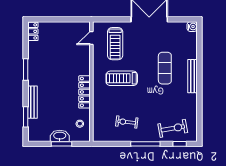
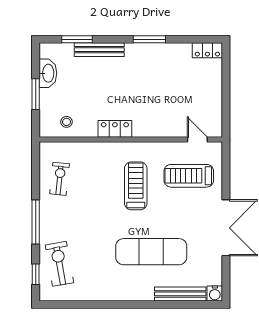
exercise mat: (165, 68) -> (151, 252), width x1.36, depth x1.45
bench: (193, 76) -> (180, 294), moved
locker: (84, 92) -> (115, 129), width x0.66
exercise bike: (127, 122) -> (60, 179), moved
exercise bike: (173, 128) -> (59, 264), turned 180
washbasin: (60, 136) -> (48, 73), moved

